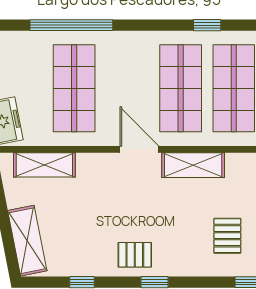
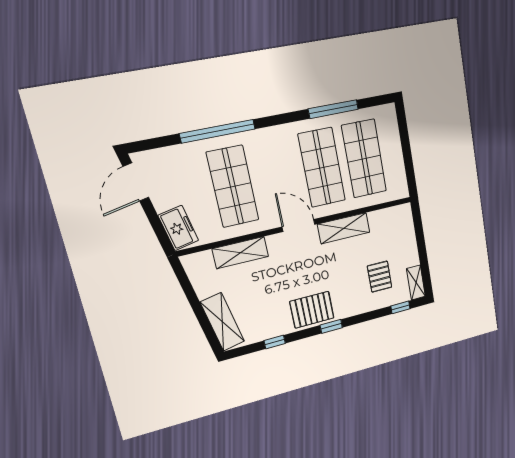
window: (207, 25) -> (333, 109), width x2.17
shelving: (44, 165) -> (240, 253), moved
pallet: (135, 255) -> (312, 310), width x1.50, depth x1.42

